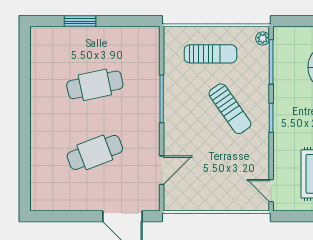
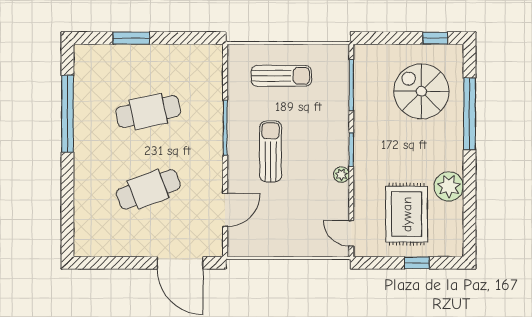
plant: (263, 38) -> (341, 175), moved
window: (25, 87) -> (67, 114), added
sun lounger: (230, 109) -> (271, 151), moved, turned -145

